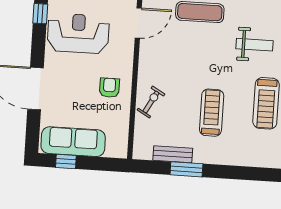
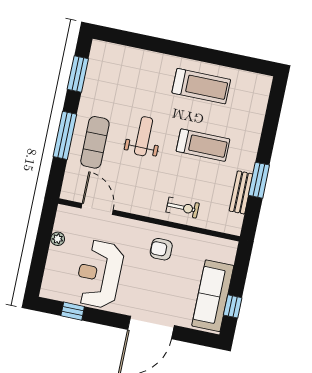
weight bench: (254, 45) -> (144, 136), moved
exercise bike: (151, 102) -> (183, 208), turned 151
treadmill: (212, 113) -> (203, 145), turned 180

